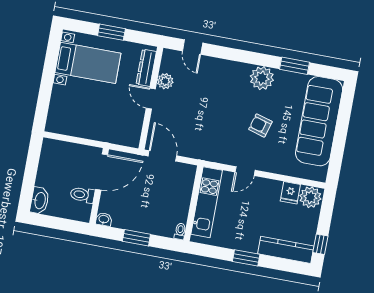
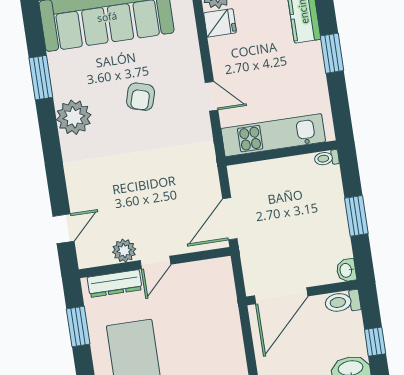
window: (111, 32) -> (78, 326), moved
door: (102, 172) -> (281, 296), swing flipped
toilet: (83, 195) -> (343, 302), moved, turned 90
window: (52, 222) -> (375, 342), added

